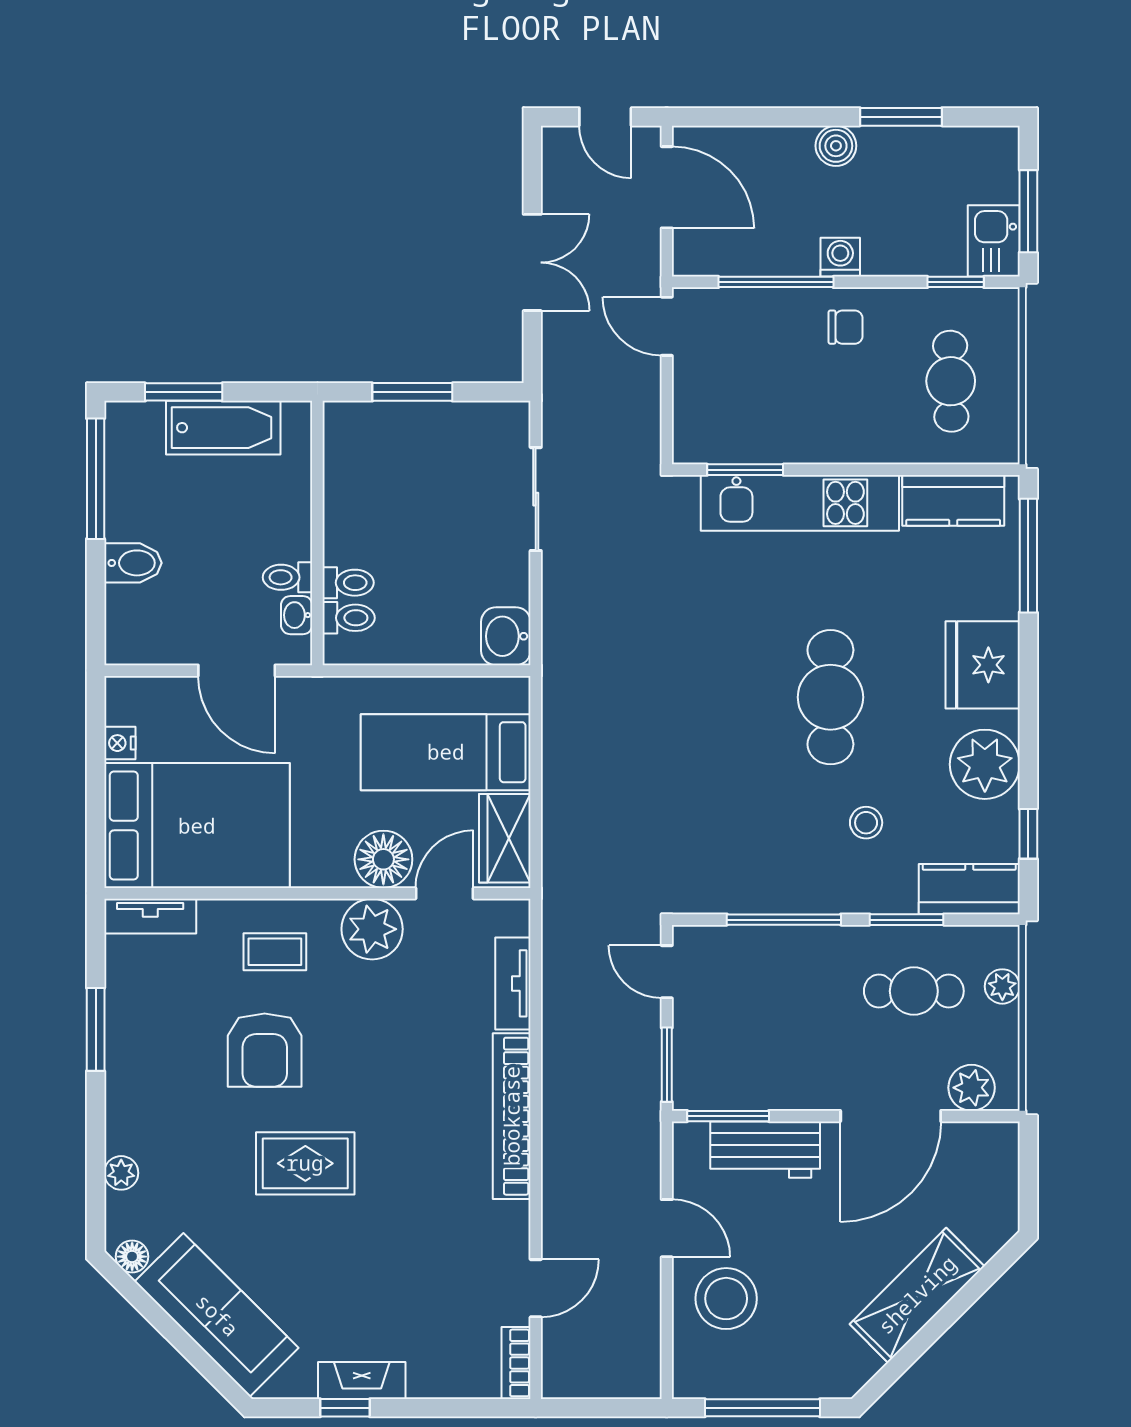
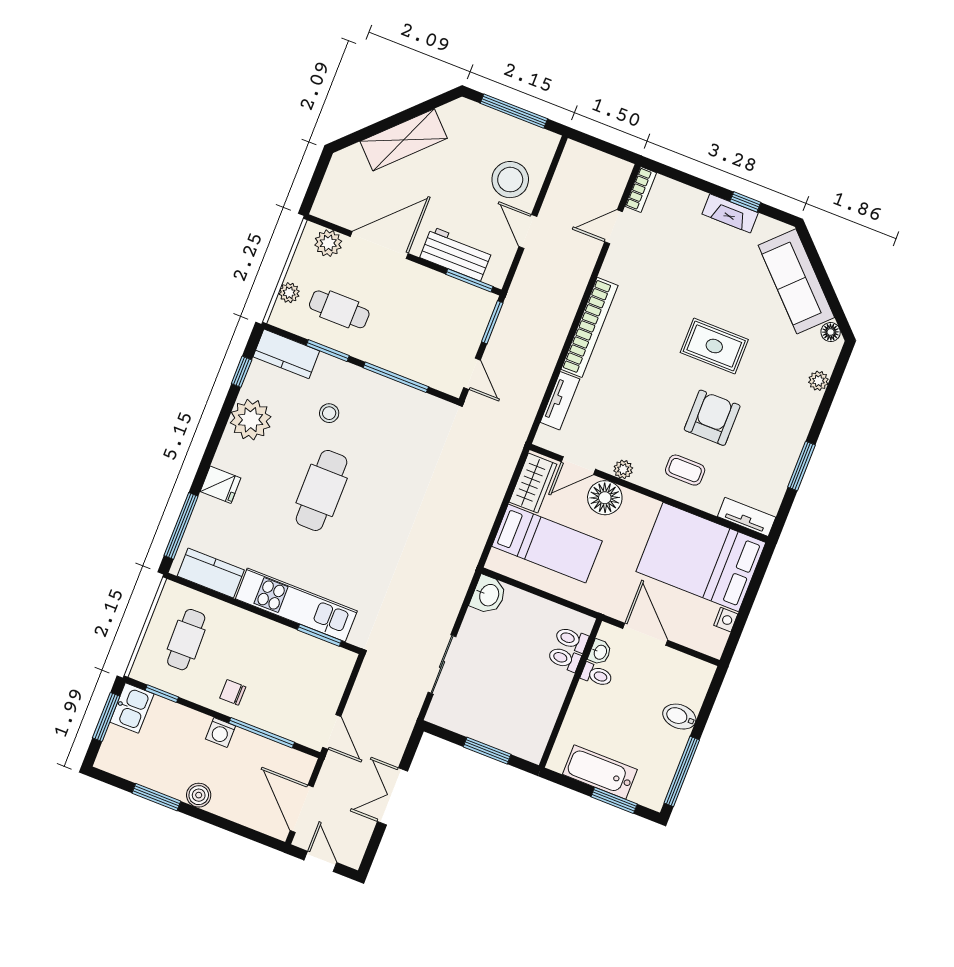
fridge: (983, 665) -> (221, 485), width x0.53, depth x0.75
plant: (372, 929) -> (623, 469), width x0.53, depth x0.53

